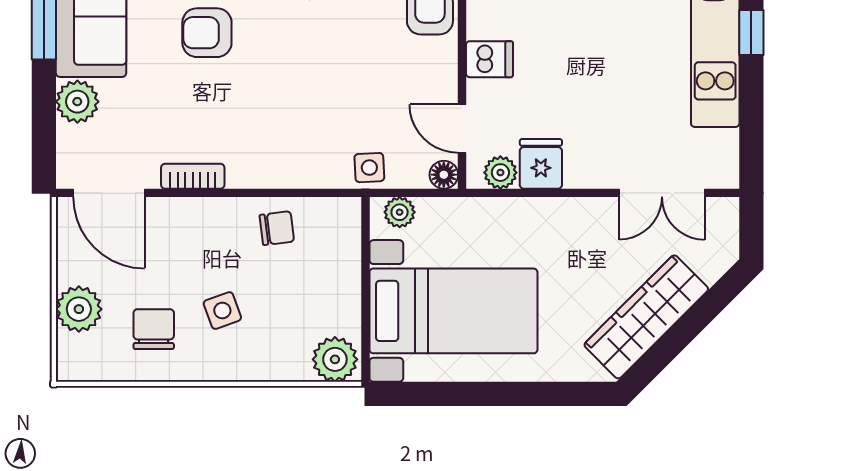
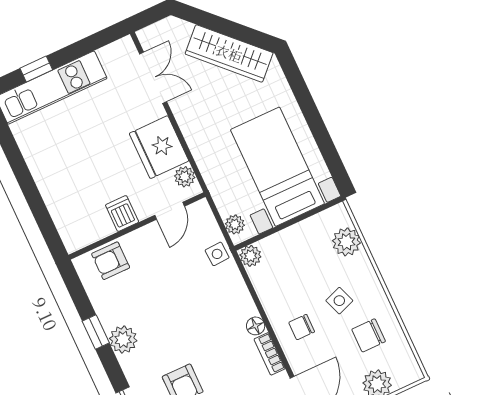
fridge: (541, 164) -> (159, 147), width x1.88, depth x1.34
floor lamp: (444, 175) -> (256, 326), moved
plant: (345, 214) -> (250, 256), added
chair: (277, 228) -> (302, 327), moved, turned -83
plant: (335, 359) -> (346, 242), moved

